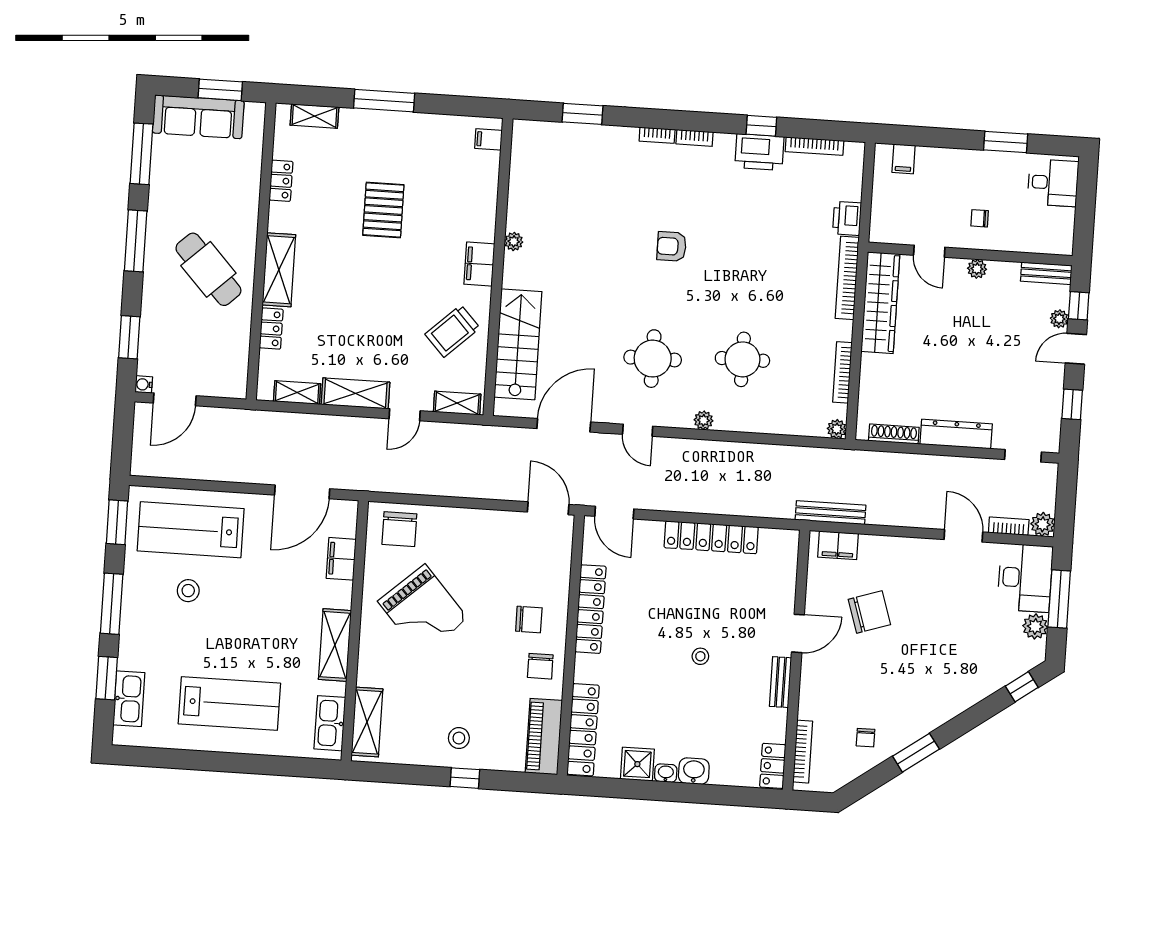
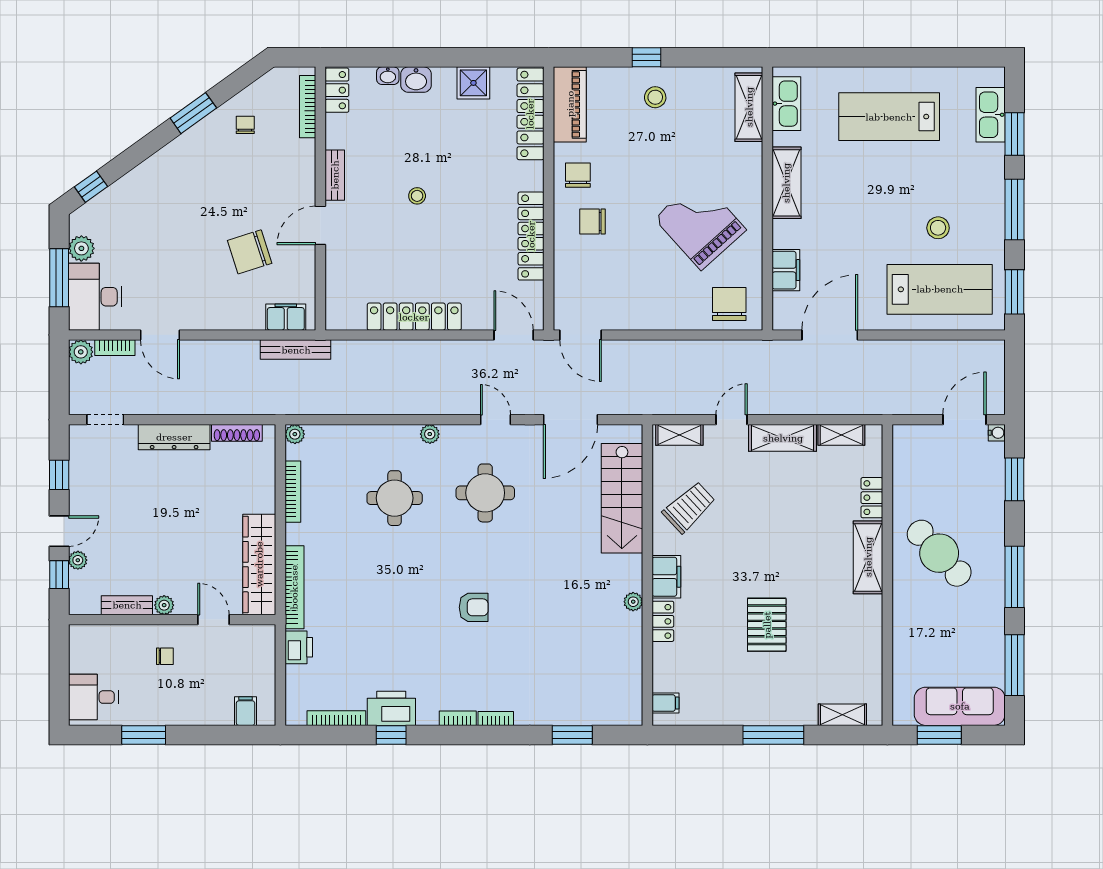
locker: (281, 181) -> (663, 621), moved, turned 180
bench: (1046, 273) -> (127, 605), moved
washbasin: (666, 773) -> (388, 76), moved

